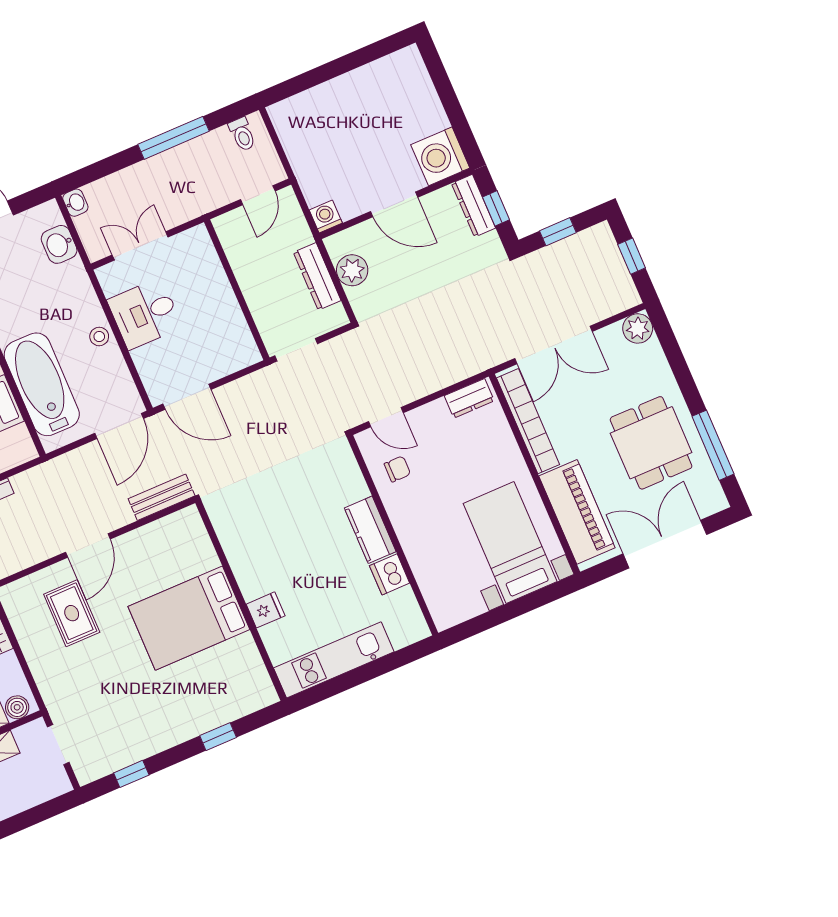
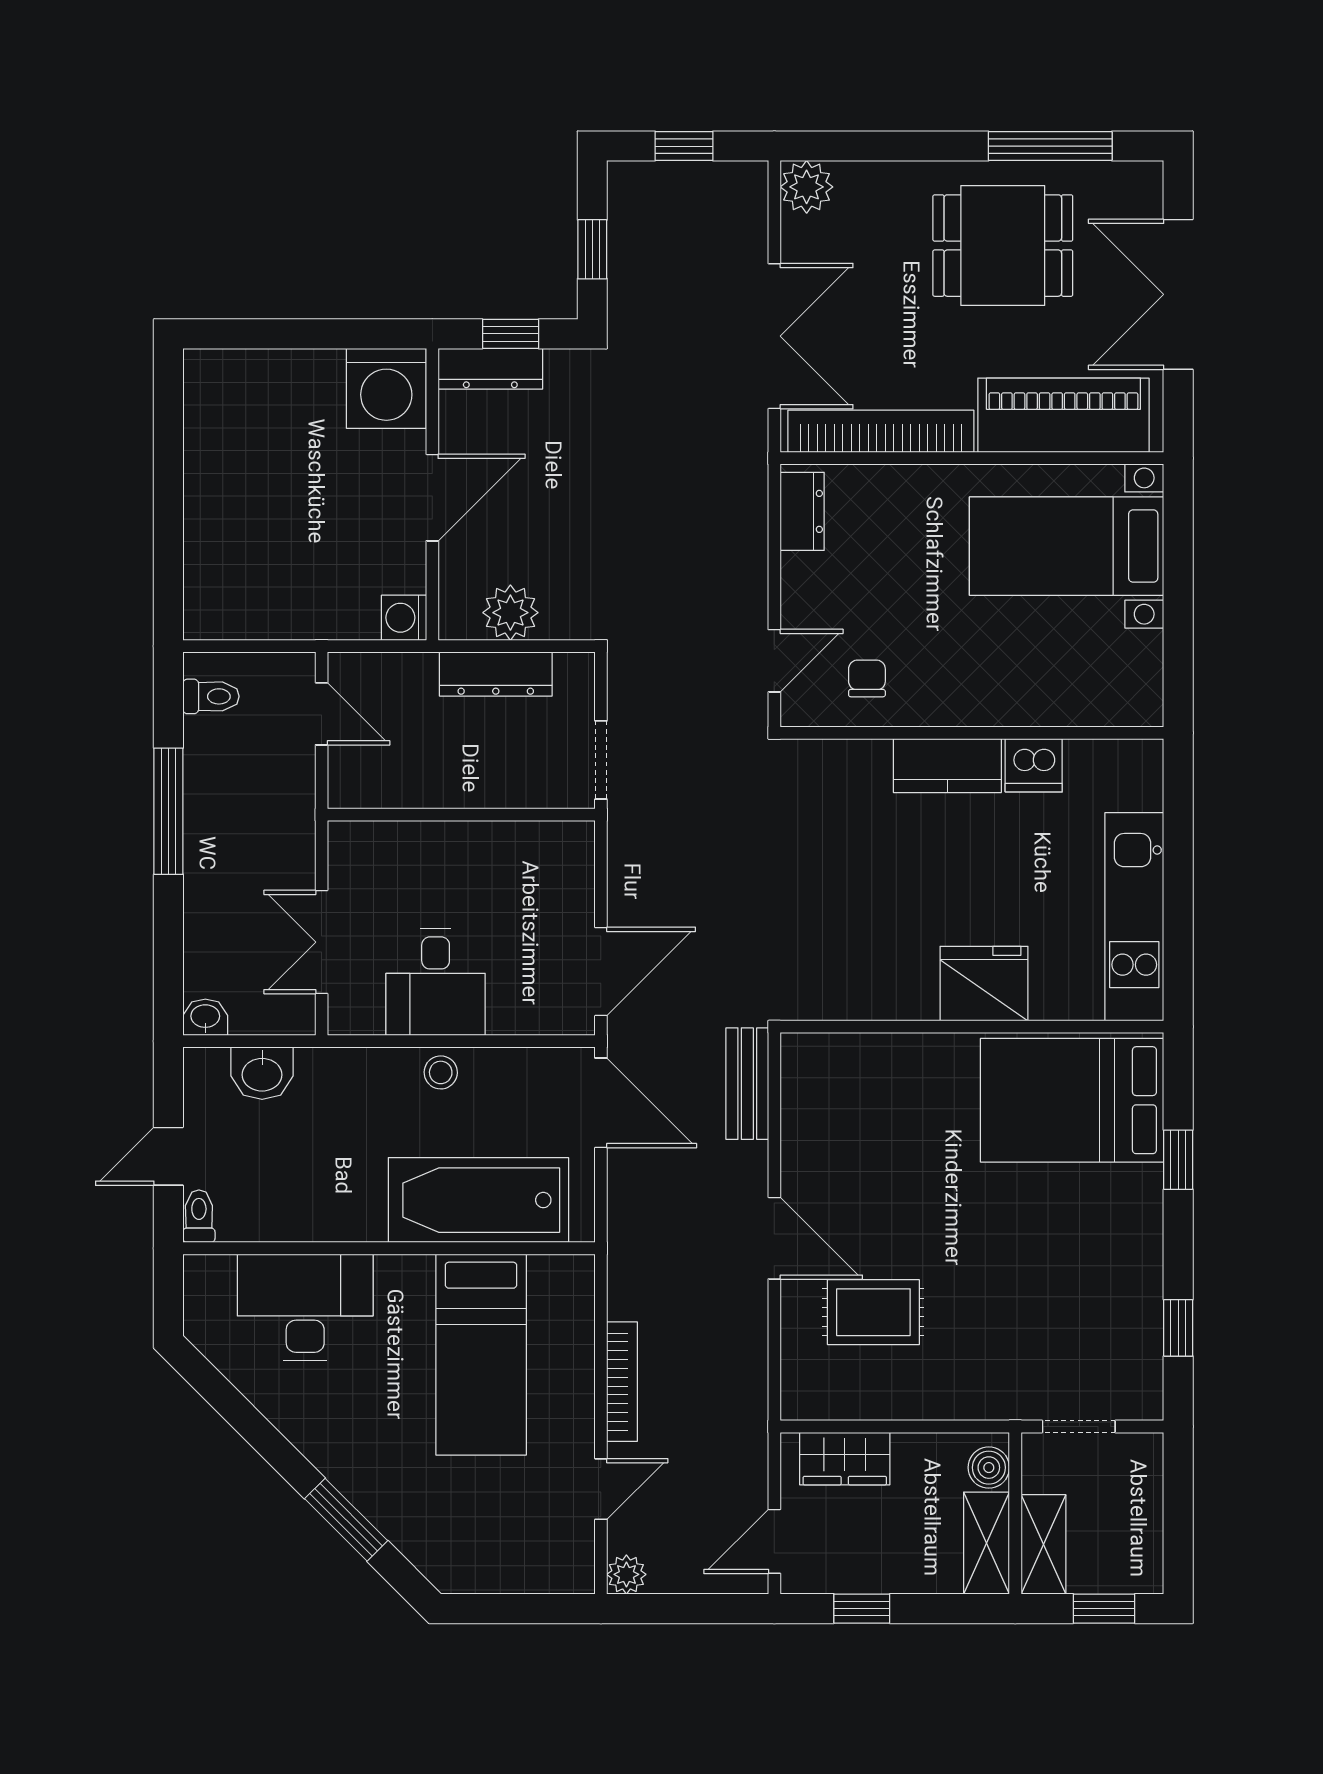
fridge: (266, 610) -> (984, 984), width x1.88, depth x1.34
bed: (189, 618) -> (1072, 1100), moved, turned 90

